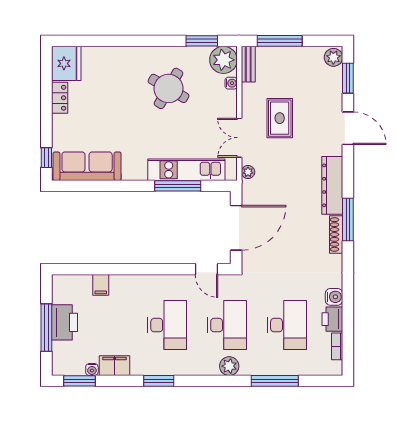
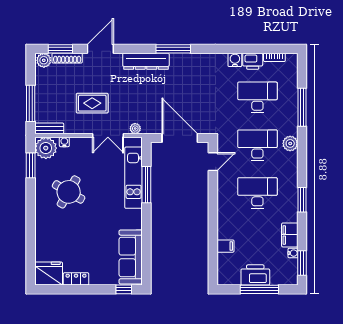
shoe rack: (336, 234) -> (67, 58), moved

